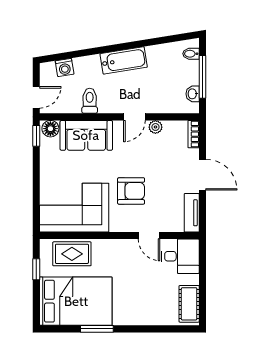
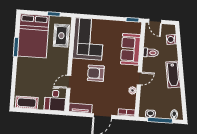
door: (134, 117) -> (139, 78), swing flipped
floor lamp: (50, 129) -> (136, 28), removed
armchair: (131, 191) -> (96, 73), turned 90

